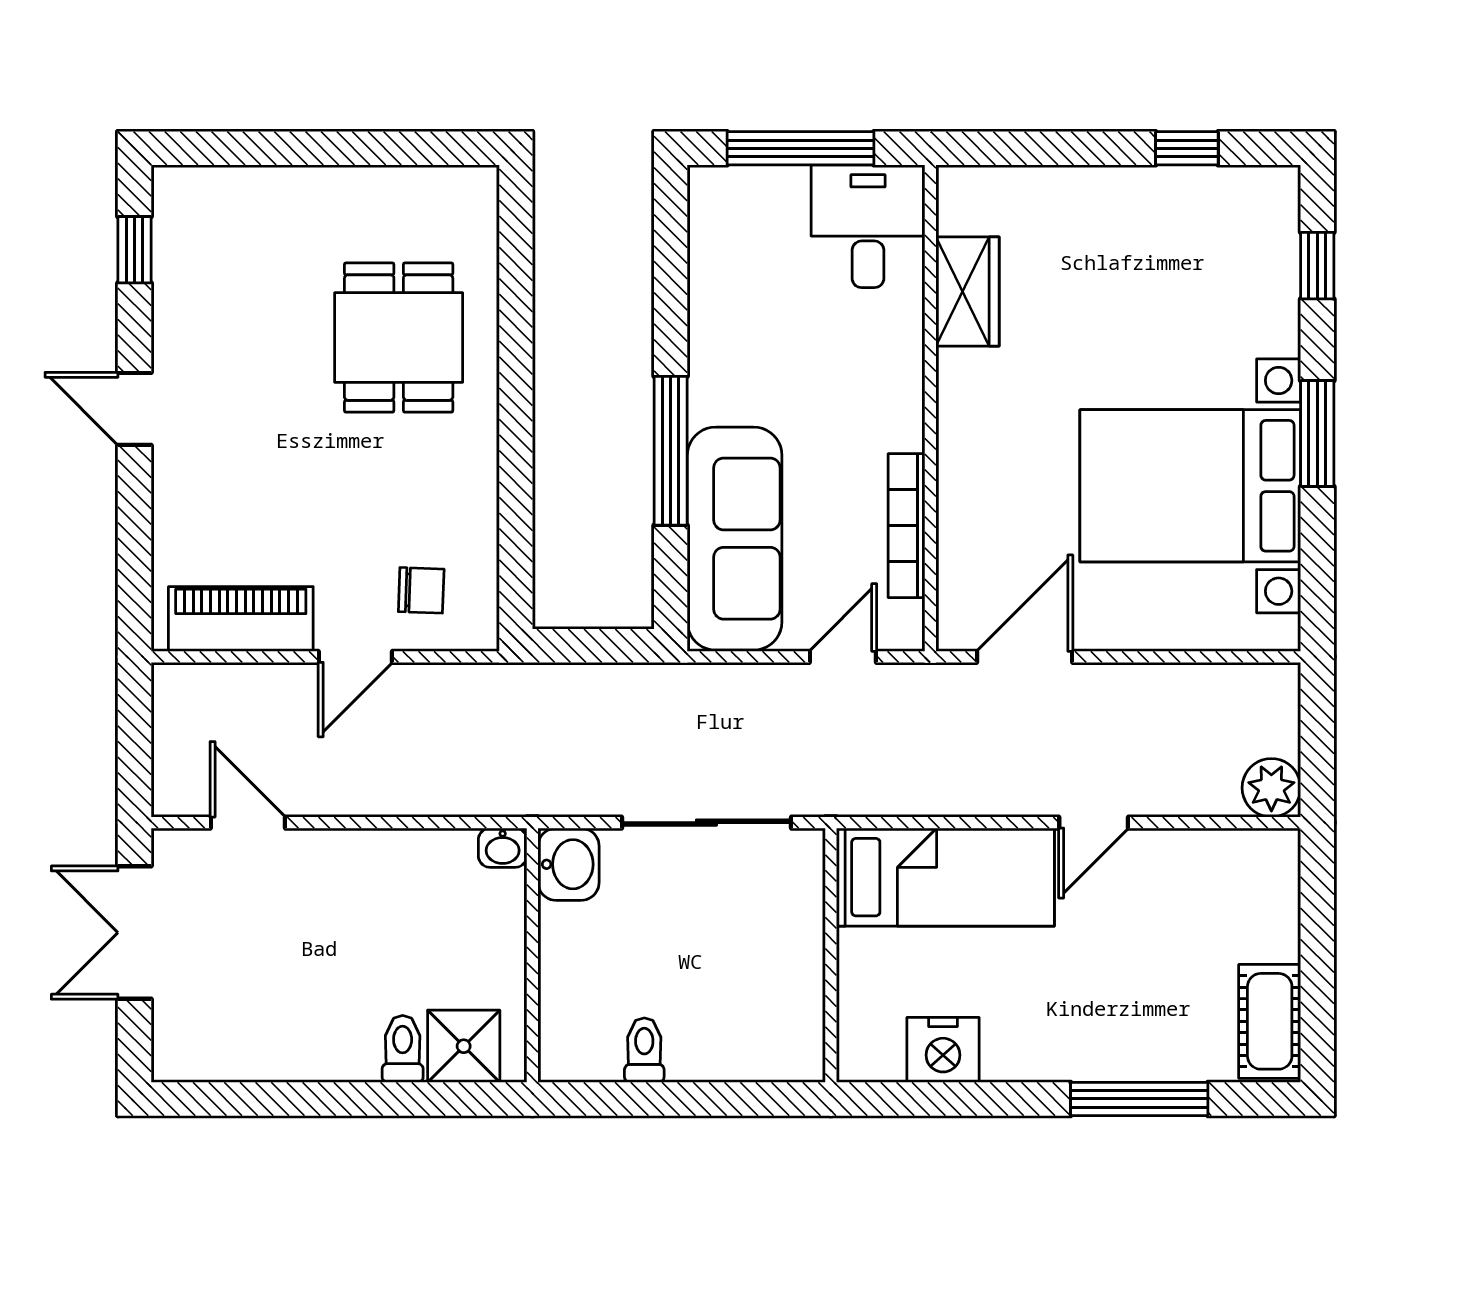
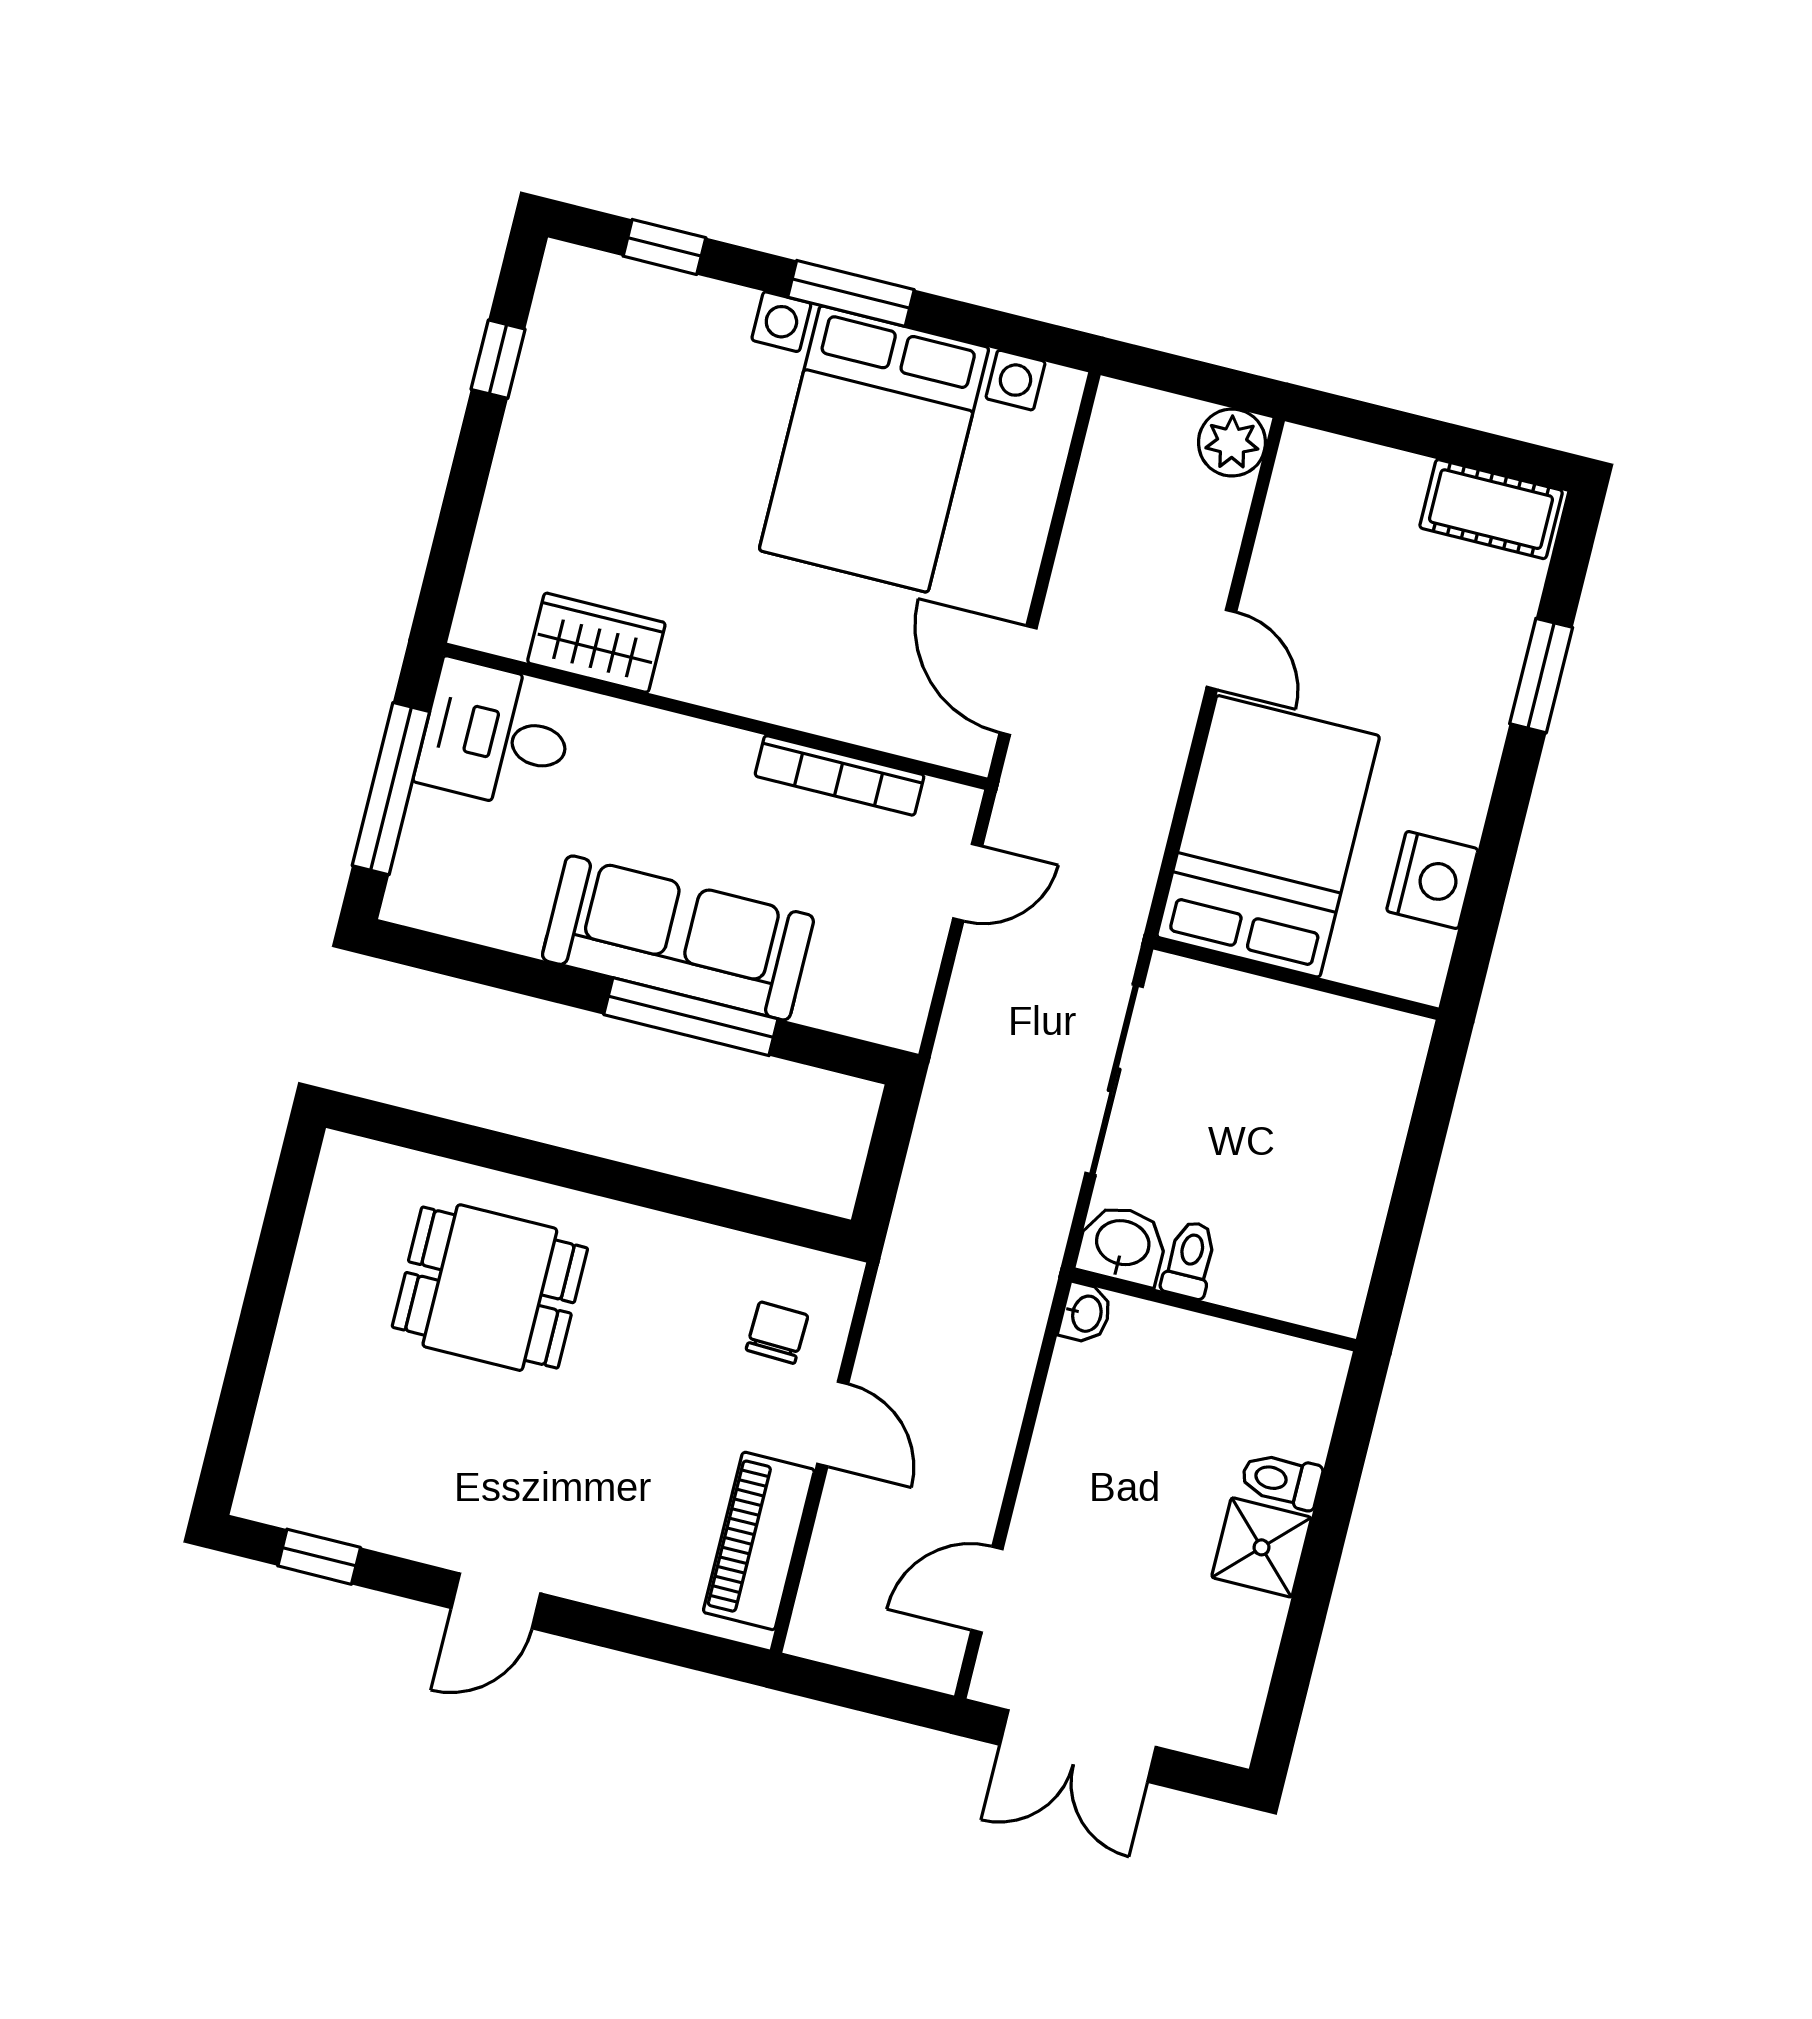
sofa: (735, 539) -> (678, 938), moved
door: (843, 657) -> (968, 882), swing flipped
bed: (945, 877) -> (1268, 836), width x1.50
shower: (464, 1046) -> (1262, 1547), moved
toilet: (644, 1050) -> (1190, 1260), moved, turned 90
window: (1139, 1099) -> (1541, 676), width x0.69

